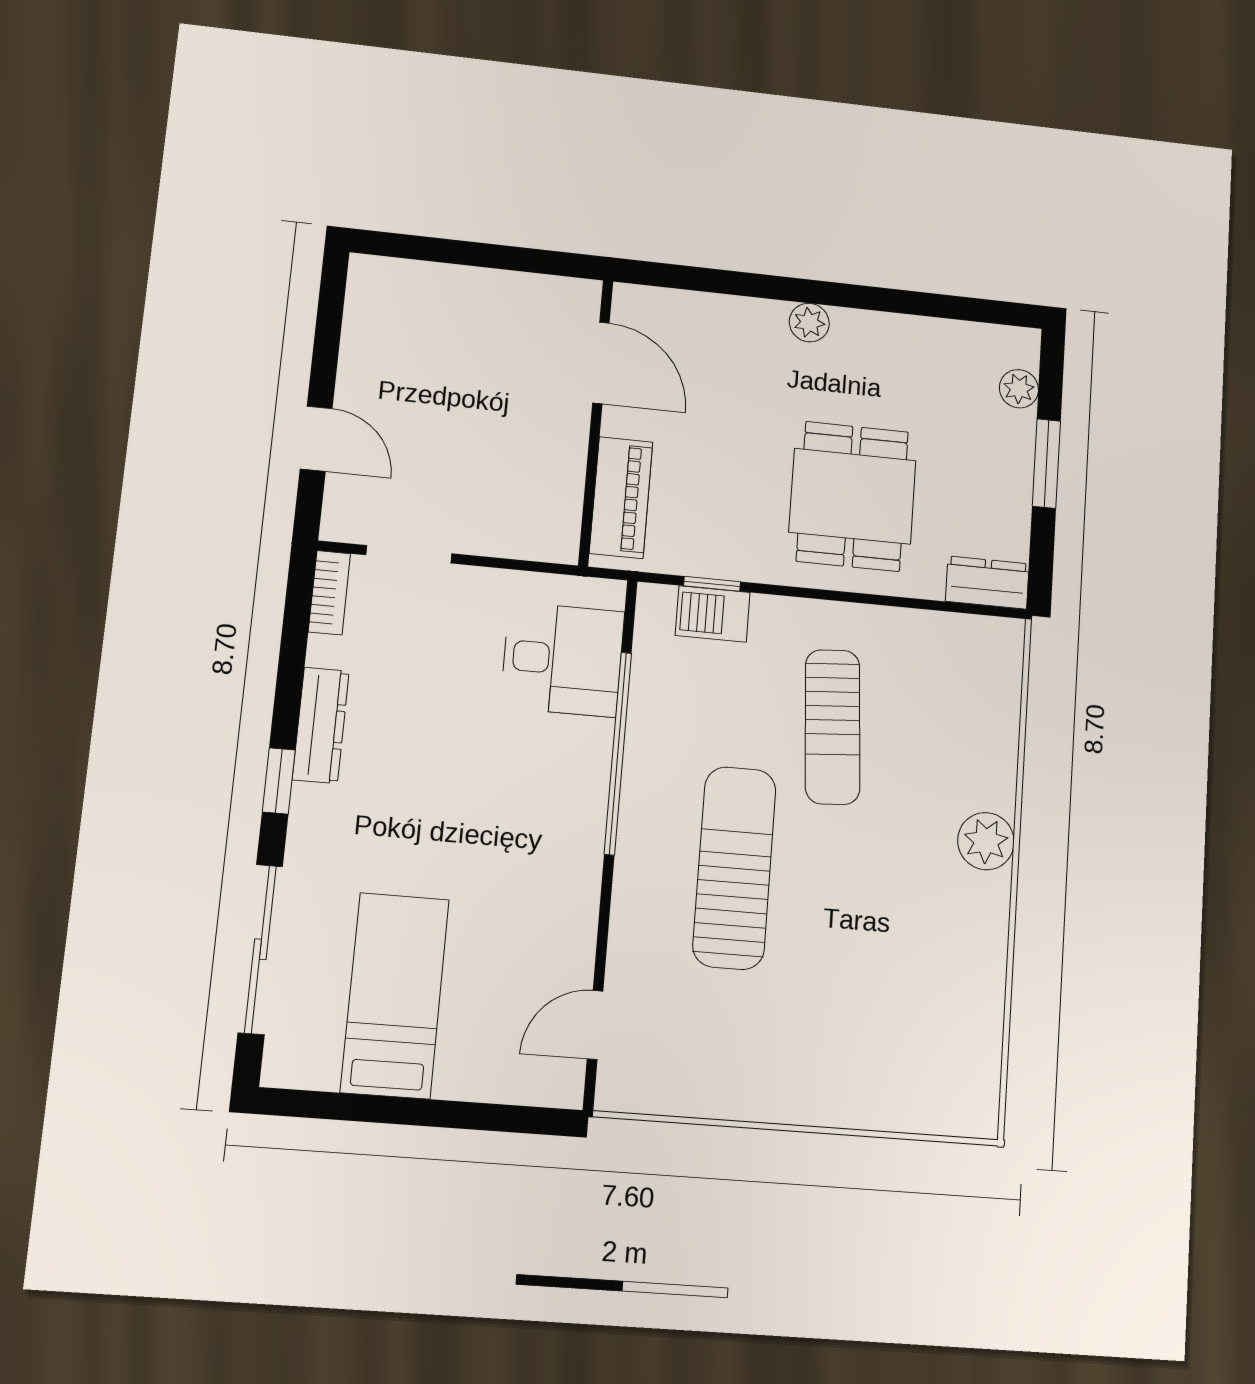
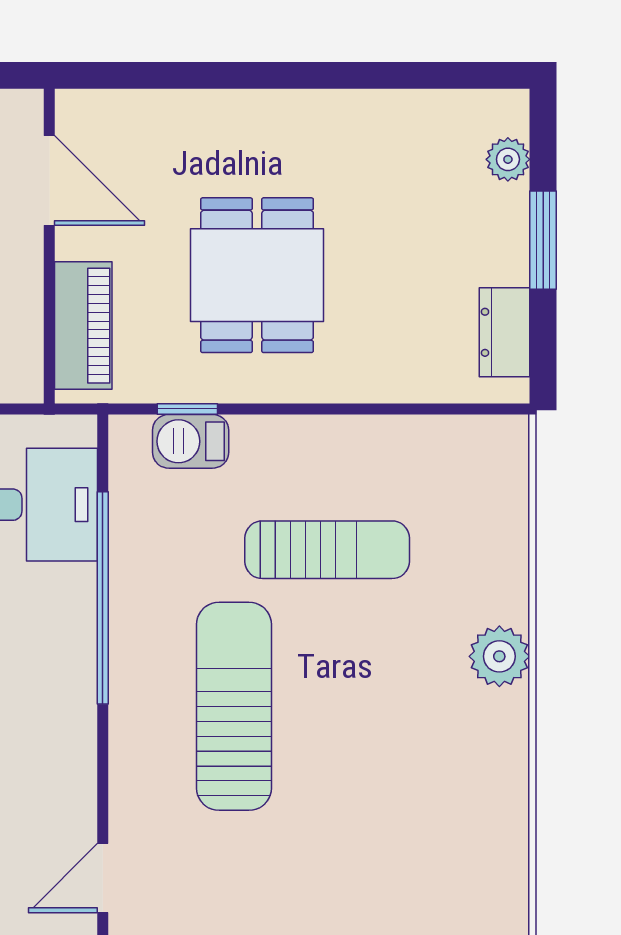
plant: (809, 323) -> (271, 111), removed
dining table: (852, 496) -> (257, 275), moved
dresser: (987, 583) -> (505, 332), moved, turned -90
sun lounger: (833, 727) -> (327, 550), turned -86

